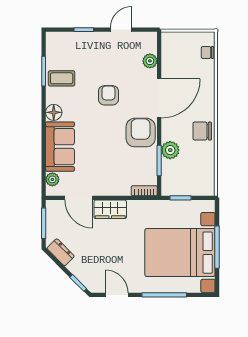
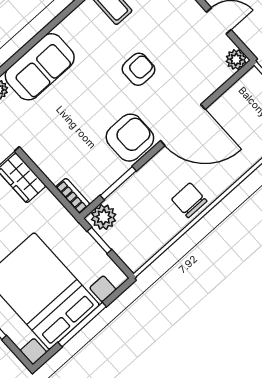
plant: (150, 61) -> (236, 59), moved
floor lamp: (54, 112) -> (70, 28), removed
plant: (170, 150) -> (104, 217), moved

